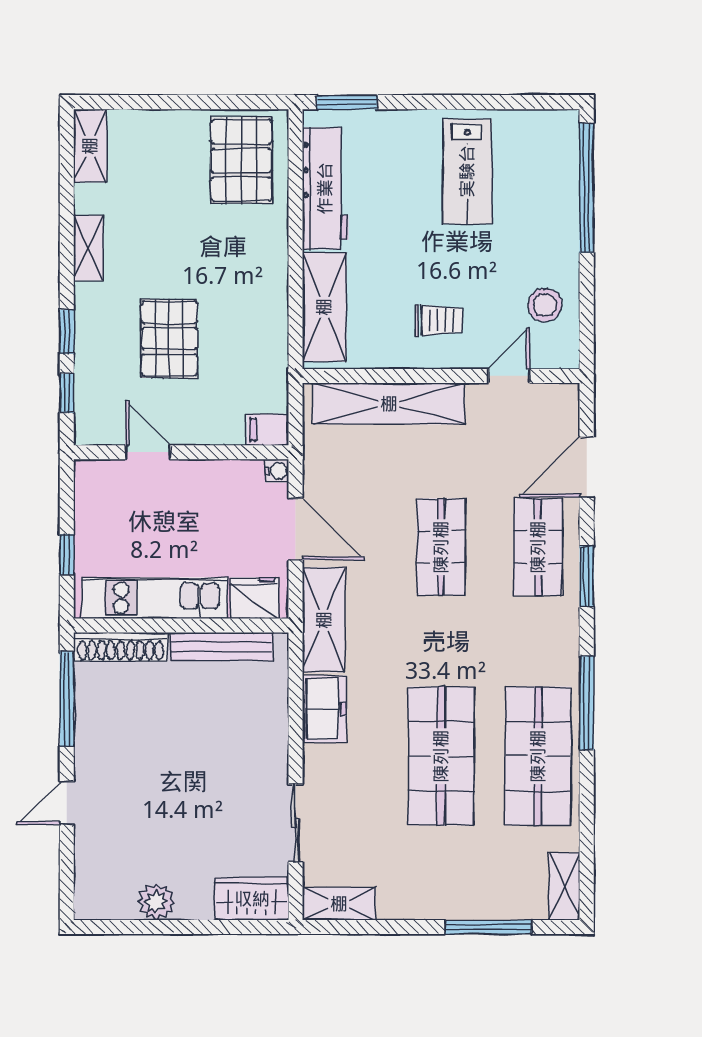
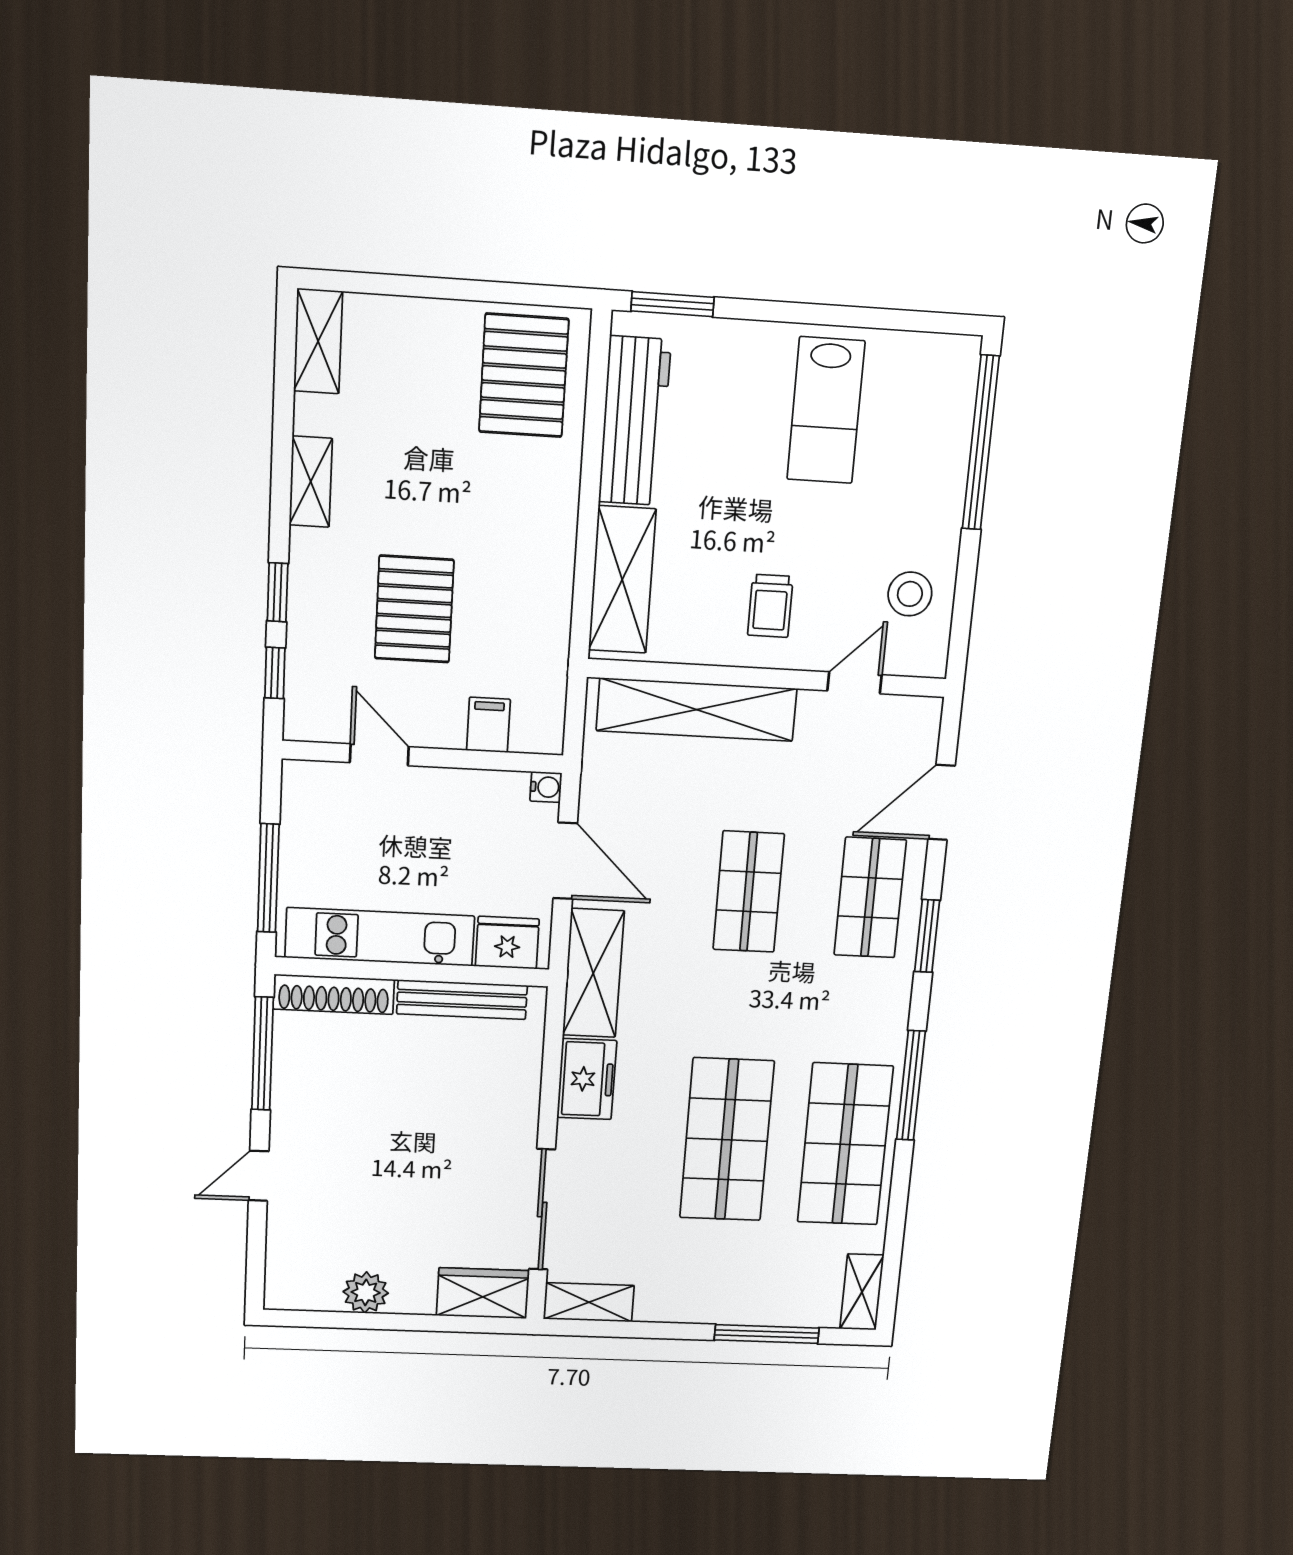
trolley: (439, 320) -> (770, 606), turned 90
filing cabinet: (268, 430) -> (488, 725), moved, turned 90
window: (67, 555) -> (268, 878), width x2.17
sliding door: (296, 823) -> (542, 1210), width x1.37

